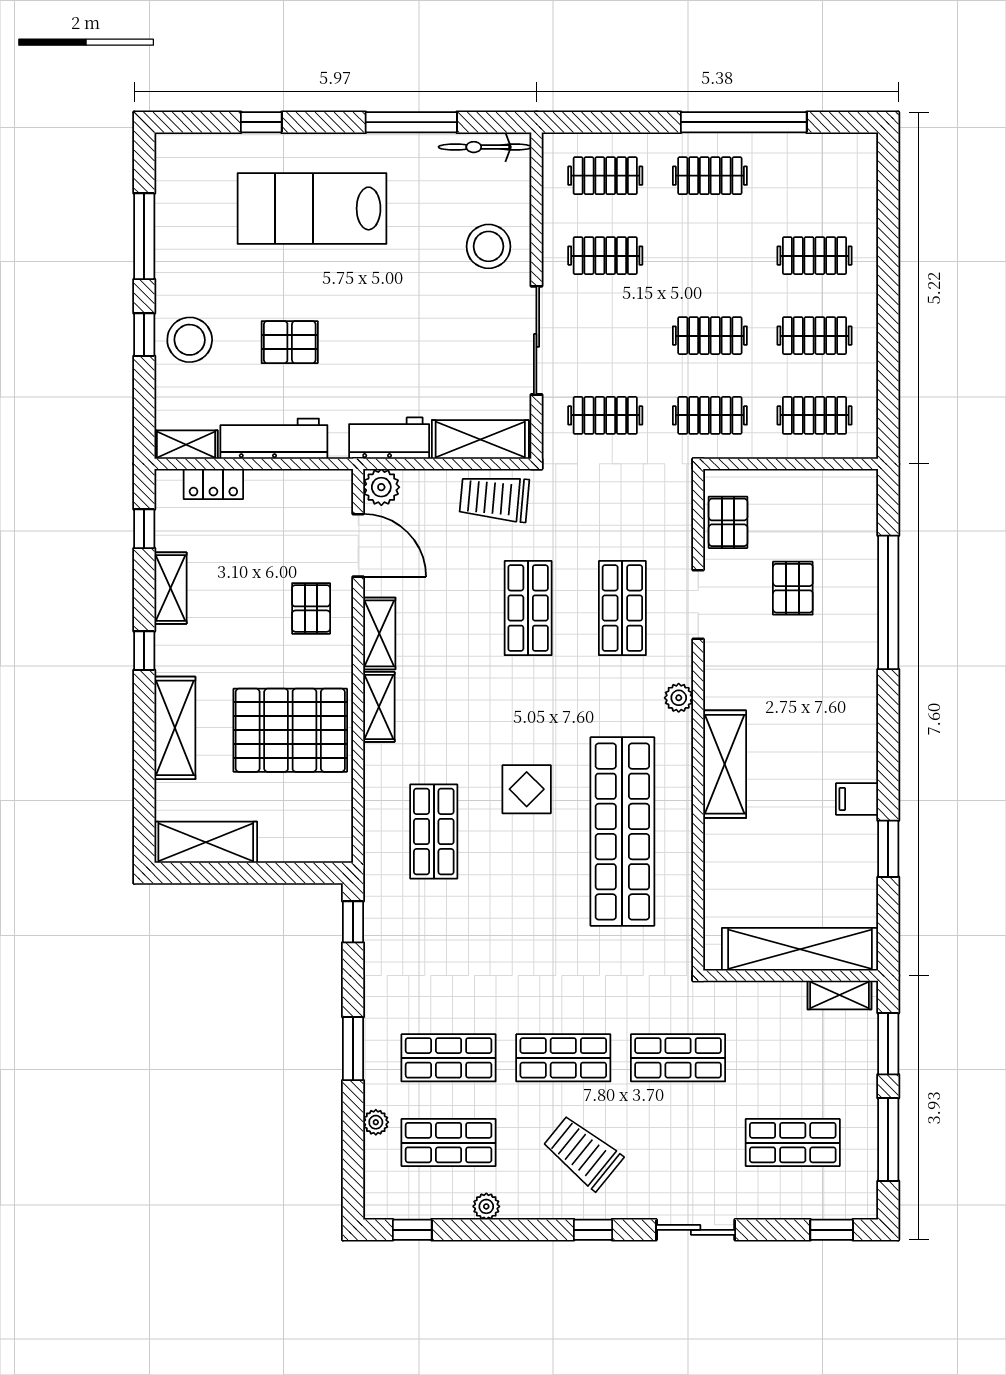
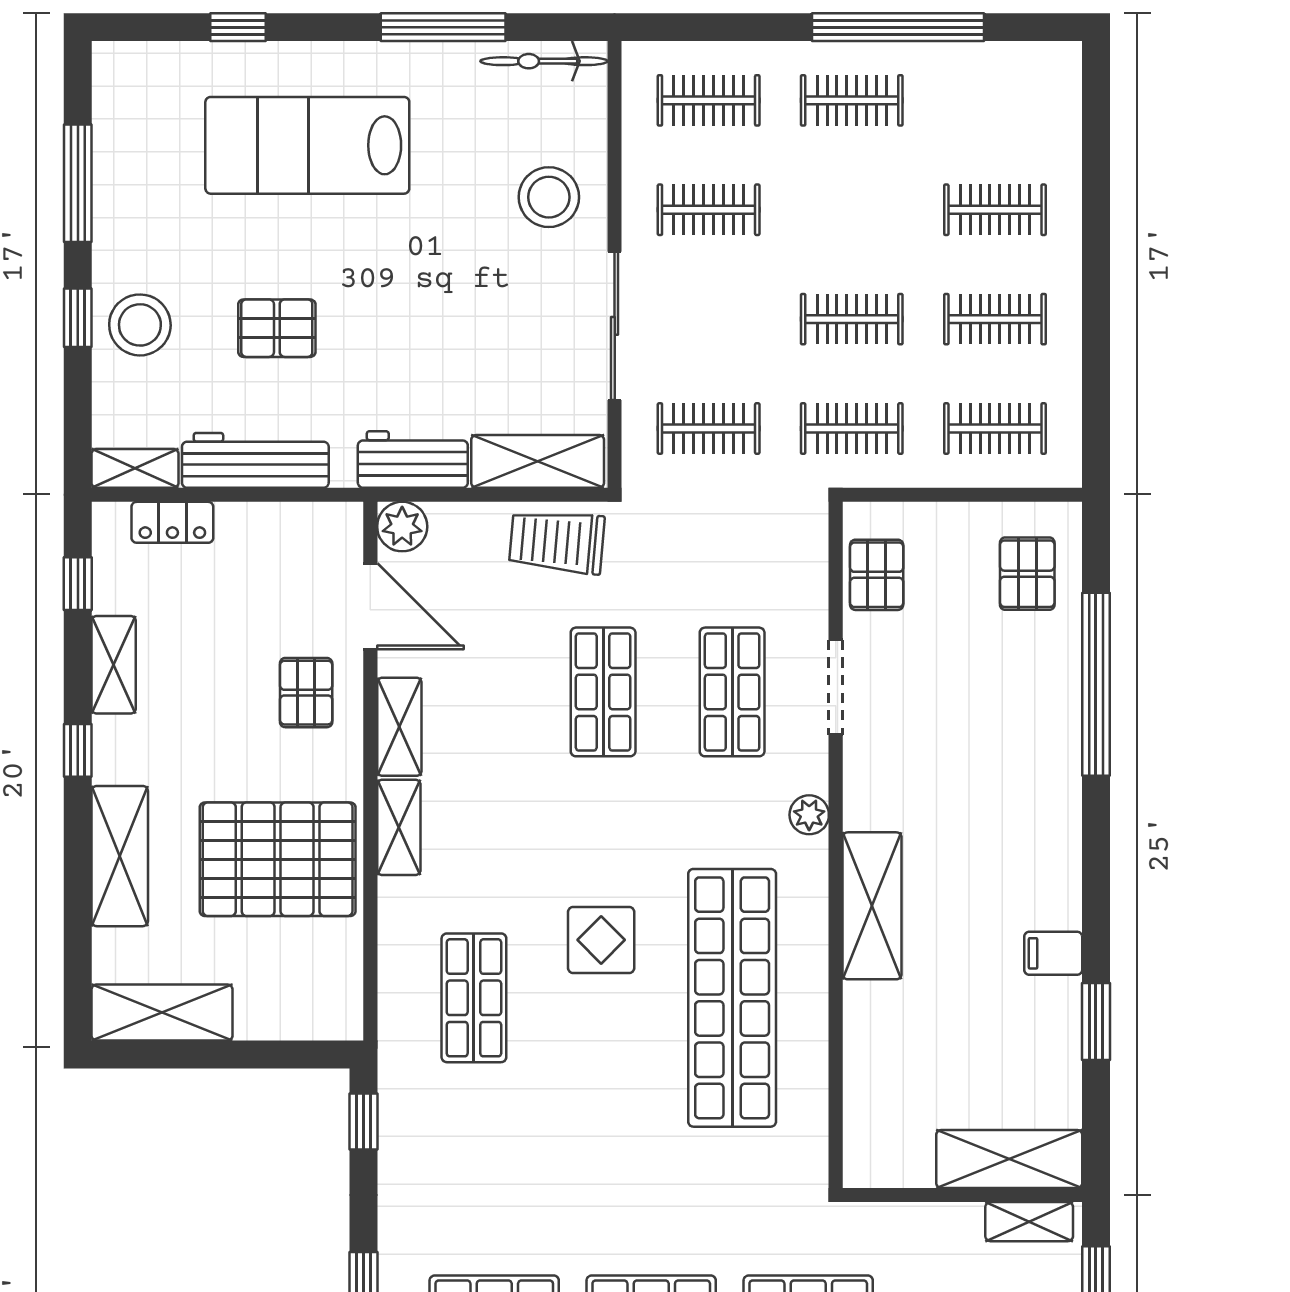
pallet: (793, 588) -> (1027, 574), moved
shelving: (800, 949) -> (1009, 1159), width x0.68

